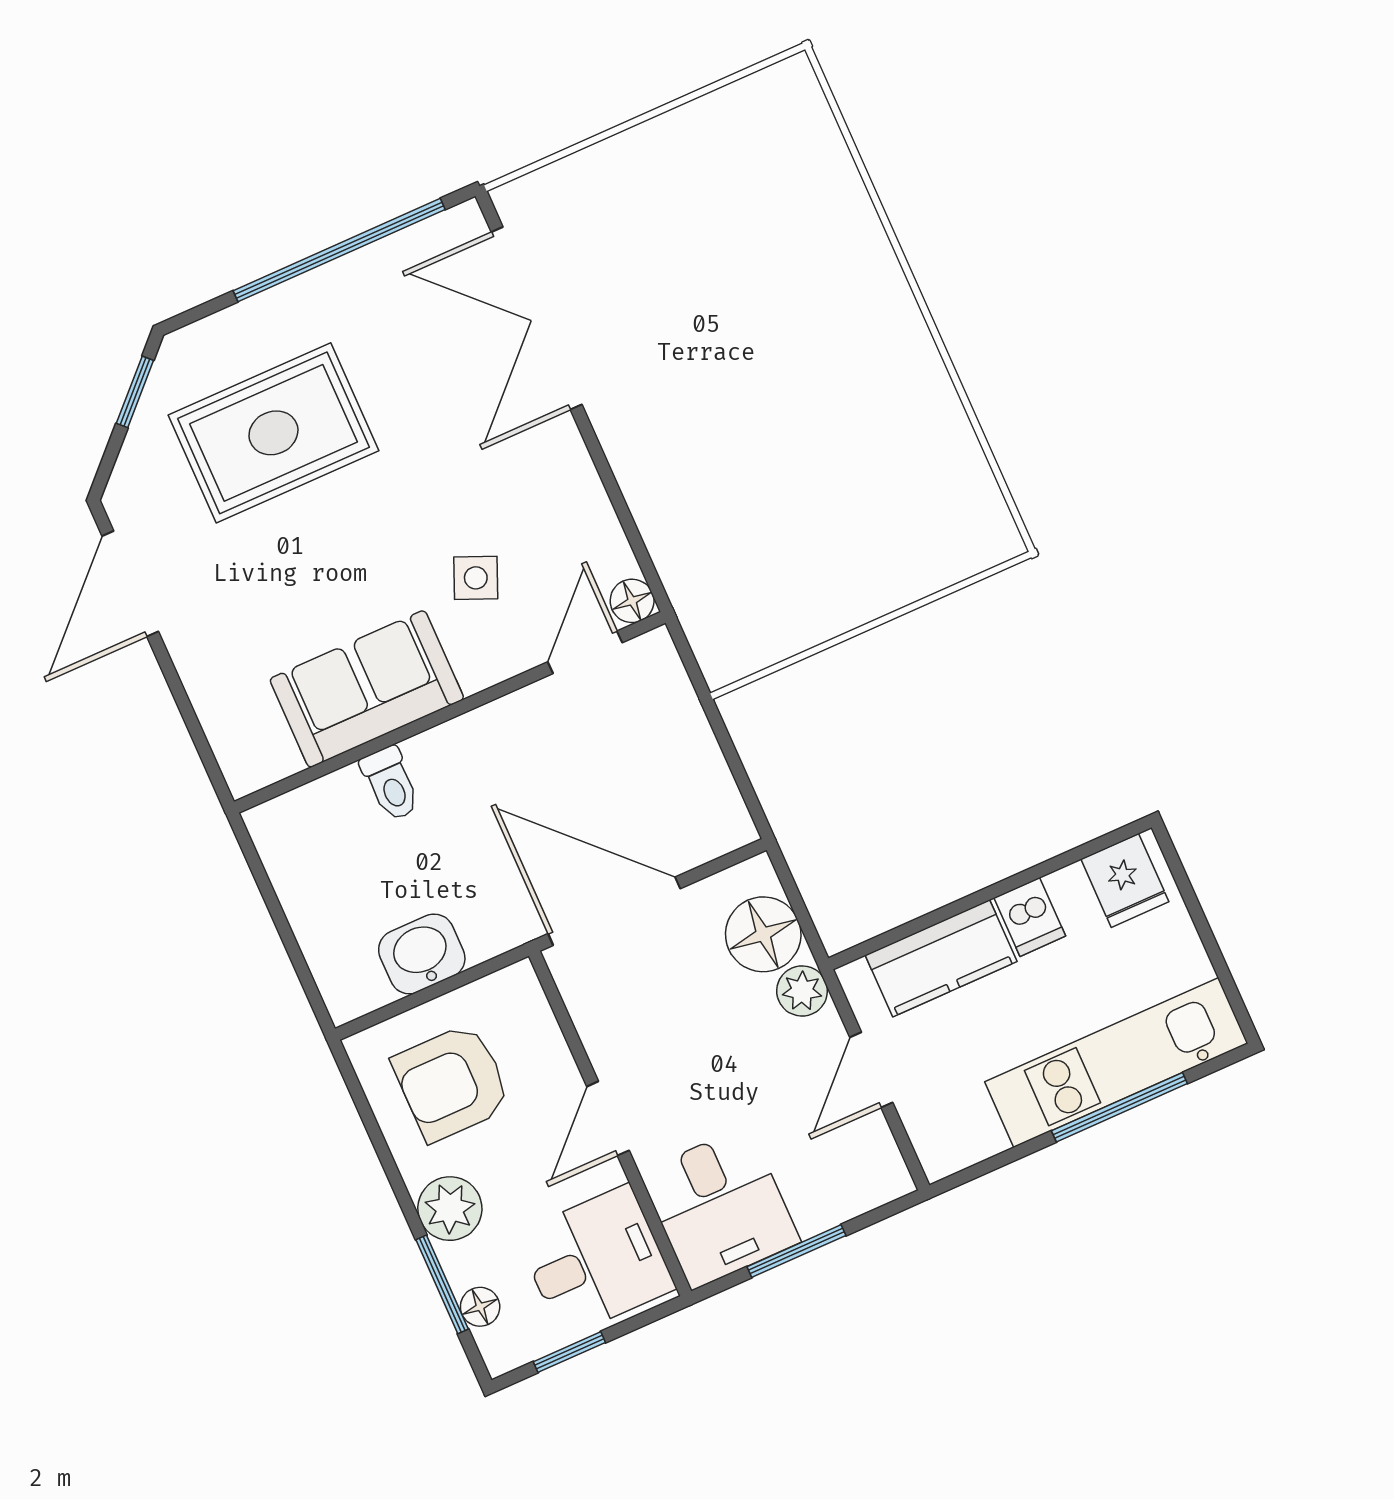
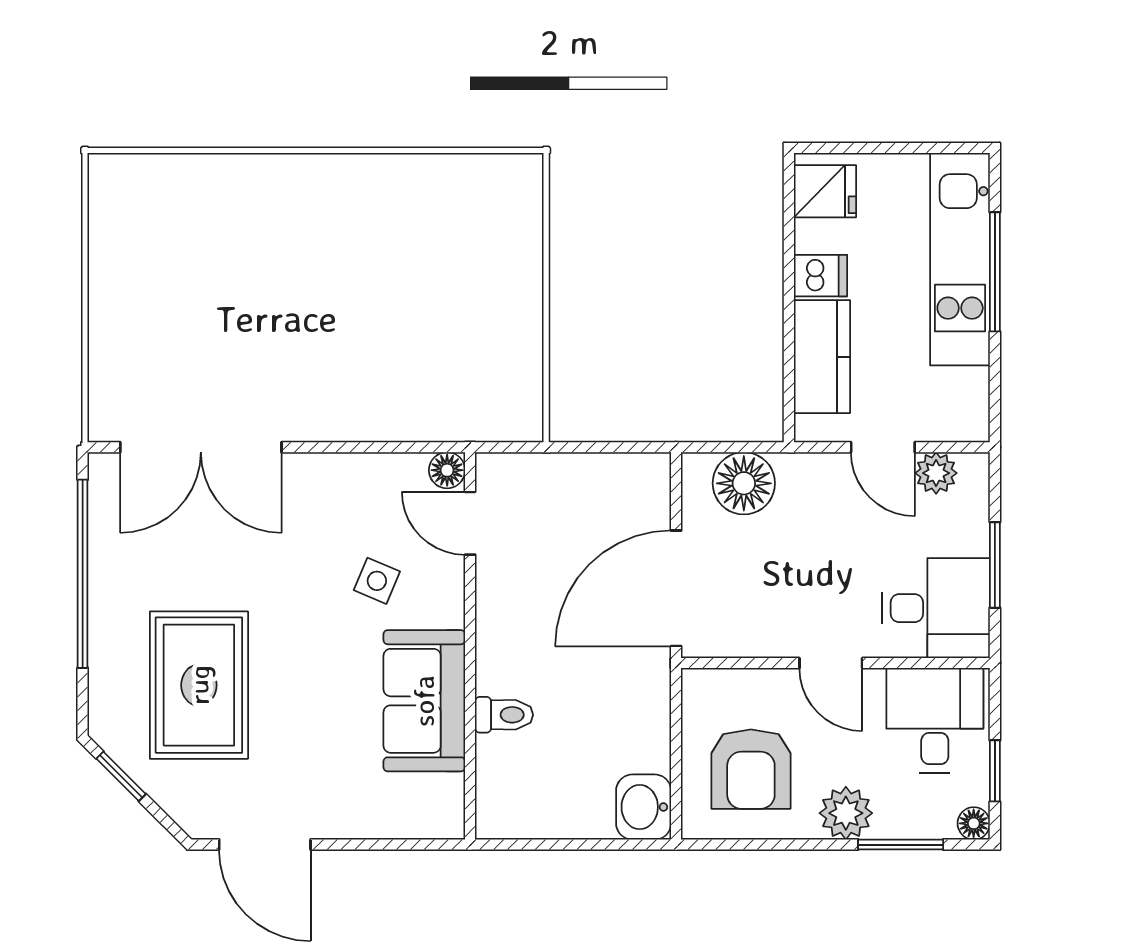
washbasin: (422, 954) -> (644, 807), moved
plant: (802, 991) -> (936, 473), moved
floor lamp: (480, 1307) -> (974, 823), moved

